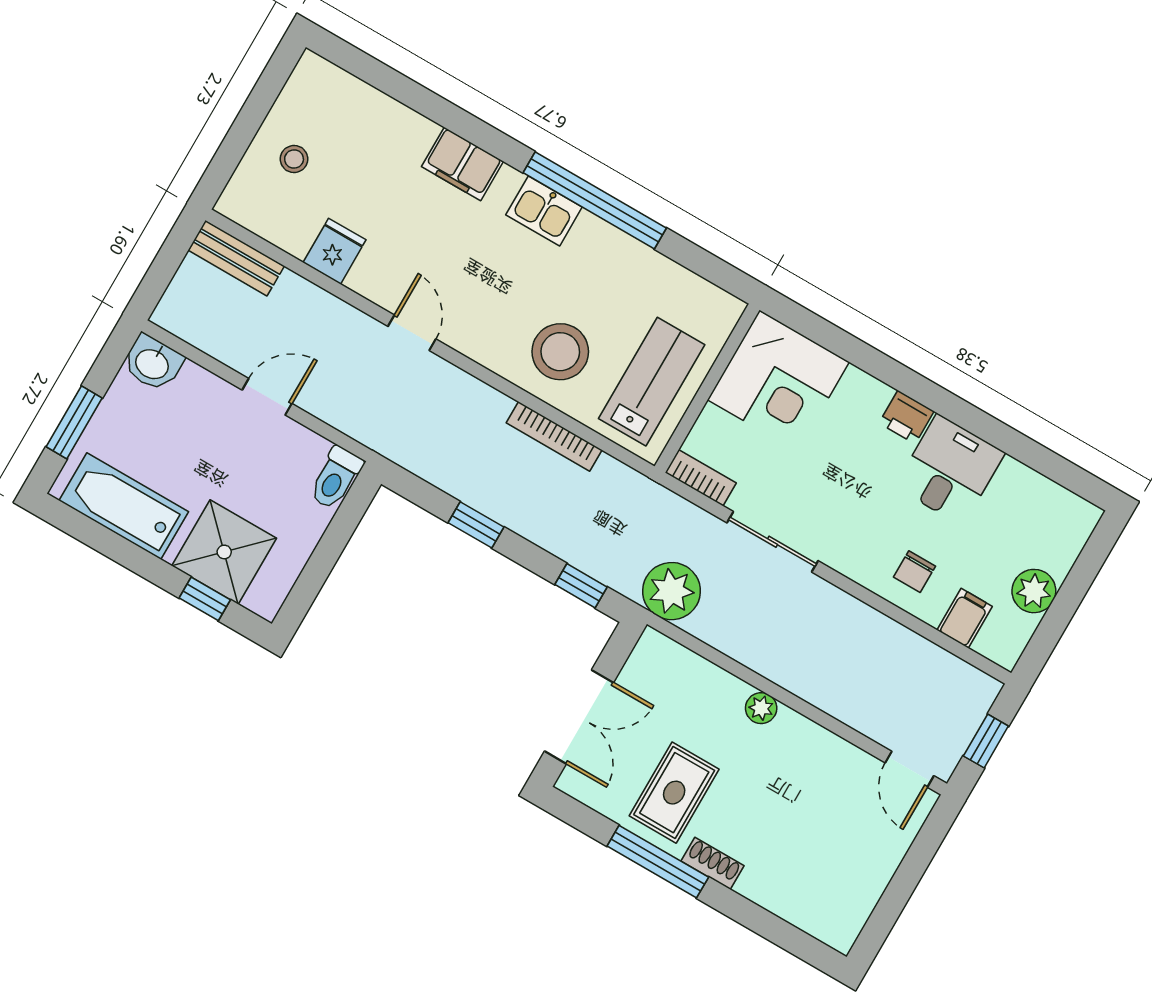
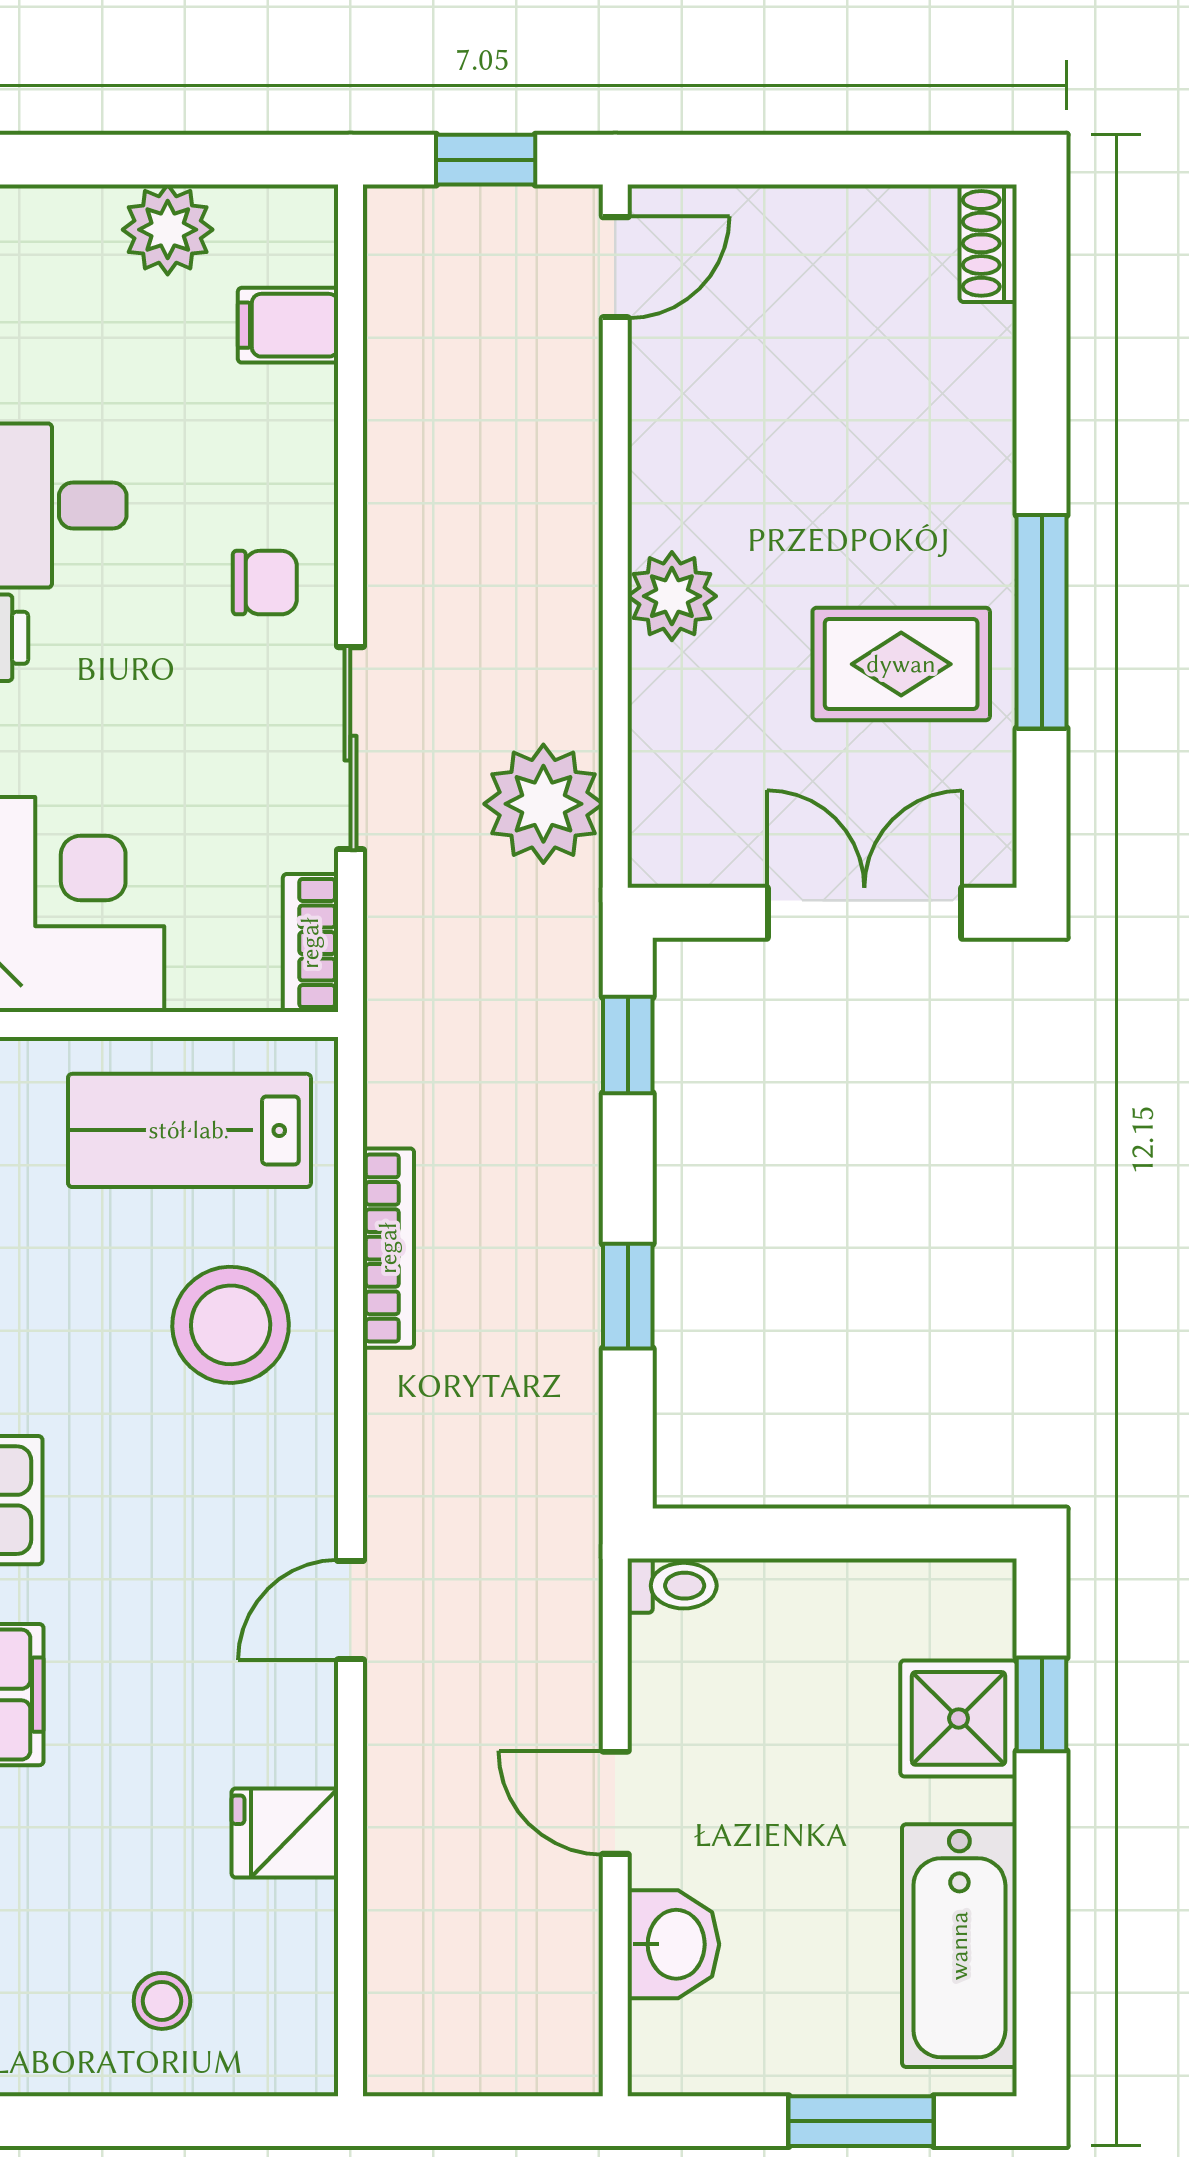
bench: (236, 258) -> (399, 2002), removed
washbasin: (153, 363) -> (673, 1944), moved
toilet: (336, 478) -> (672, 1586), width x0.73, depth x0.72
shower: (224, 552) -> (959, 1718), width x0.73, depth x0.73
chair: (915, 572) -> (265, 583), moved
plant: (671, 591) -> (543, 804), moved
plant: (761, 708) -> (672, 596), width x1.38, depth x1.38
shoe rack: (712, 863) -> (988, 243), moved

